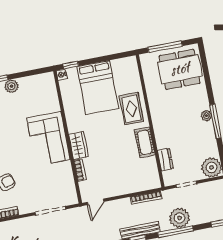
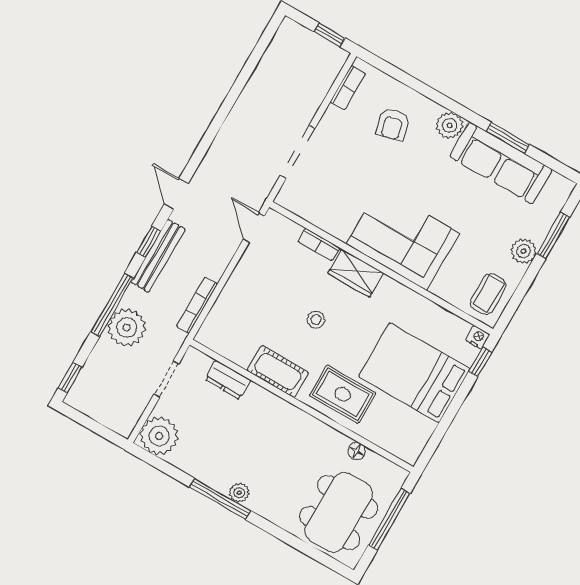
floor lamp: (149, 83) -> (357, 451), added
coffee table: (41, 85) -> (488, 294), added
stool: (111, 145) -> (316, 320), added

